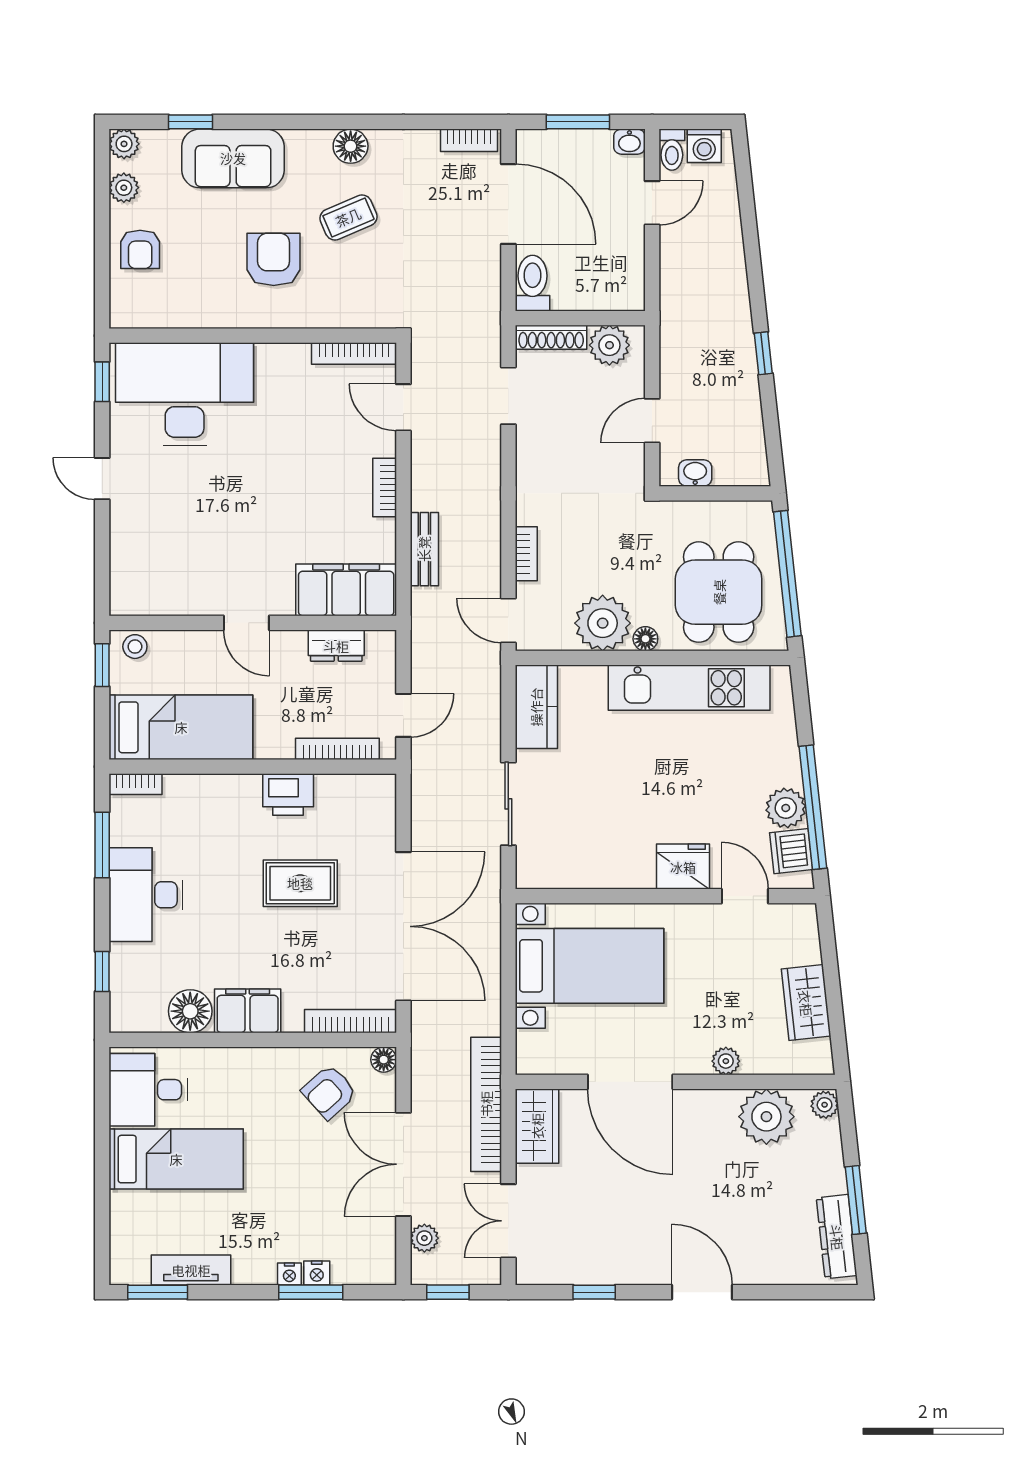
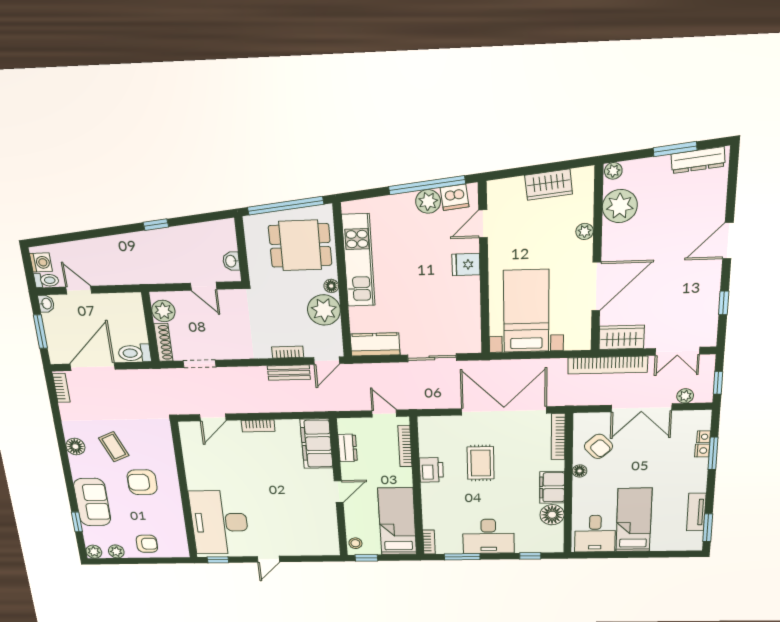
bookcase: (354, 354) -> (187, 443), removed
bench: (424, 549) -> (289, 373), moved
fridge: (683, 867) -> (466, 265), width x0.72
floor lamp: (384, 1060) -> (580, 471), moved
nightstand: (289, 1274) -> (704, 437), moved

